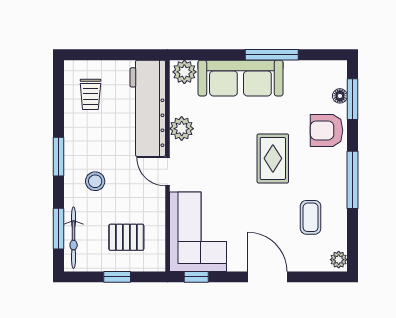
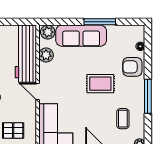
window: (352, 99) -> (148, 48), removed
plant: (182, 129) -> (46, 55), moved
rug: (273, 158) -> (100, 84), turned 90

